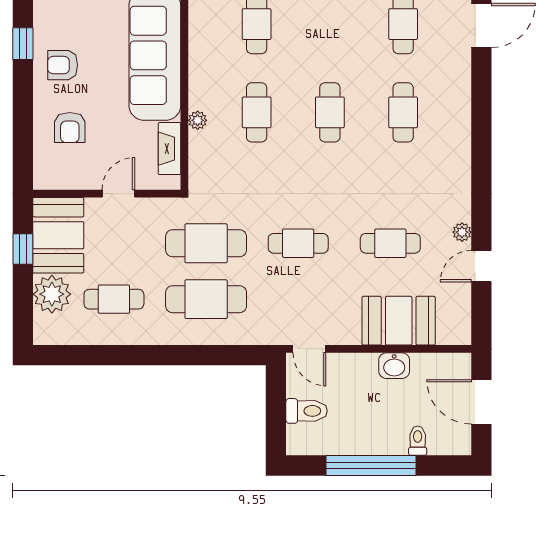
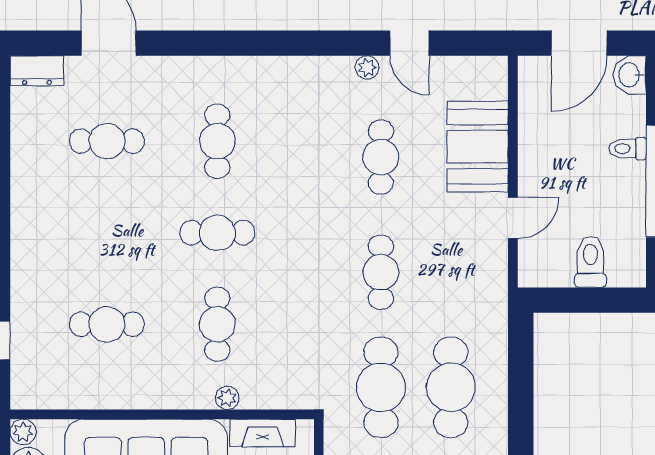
cafe table: (257, 112) -> (217, 324), turned 90
cafe table: (403, 112) -> (217, 141), turned 90
door: (309, 349) -> (513, 218), moved
washbasin: (394, 366) -> (630, 75), moved, turned 180
toilet: (418, 441) -> (628, 149), moved

